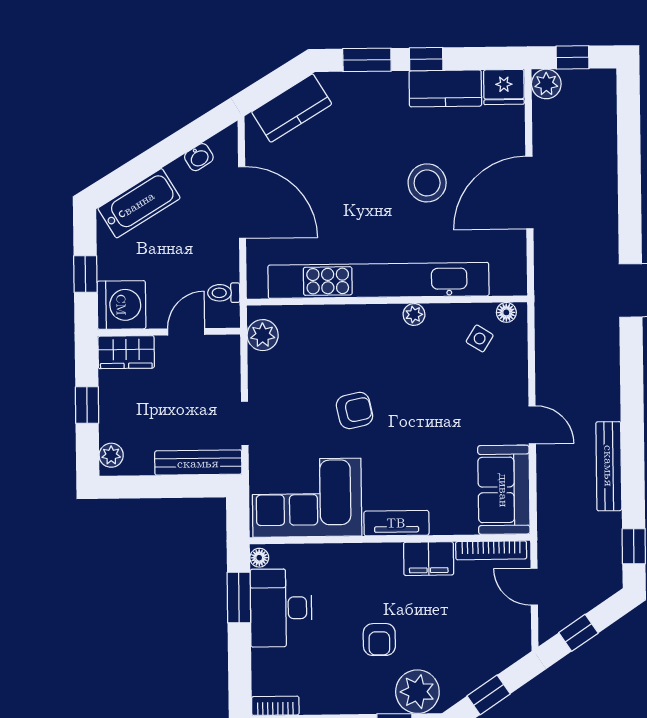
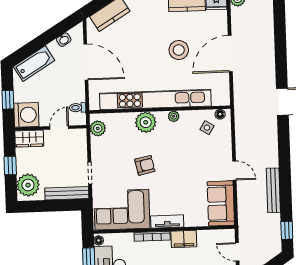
plant: (358, 325) -> (146, 122), added
plant: (111, 455) -> (28, 185), width x1.88, depth x1.88
bookcase: (491, 550) -> (152, 236), moved

